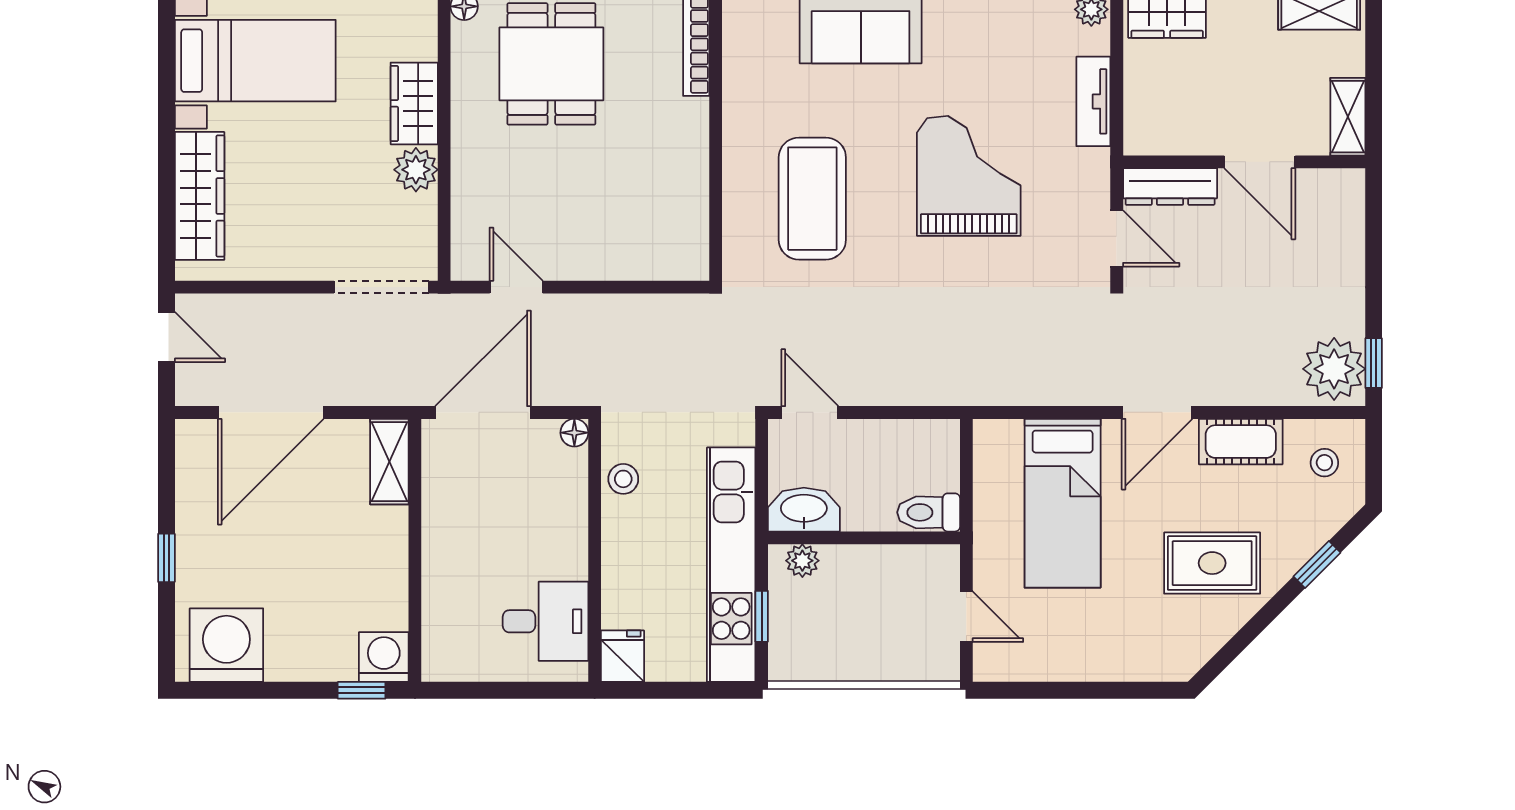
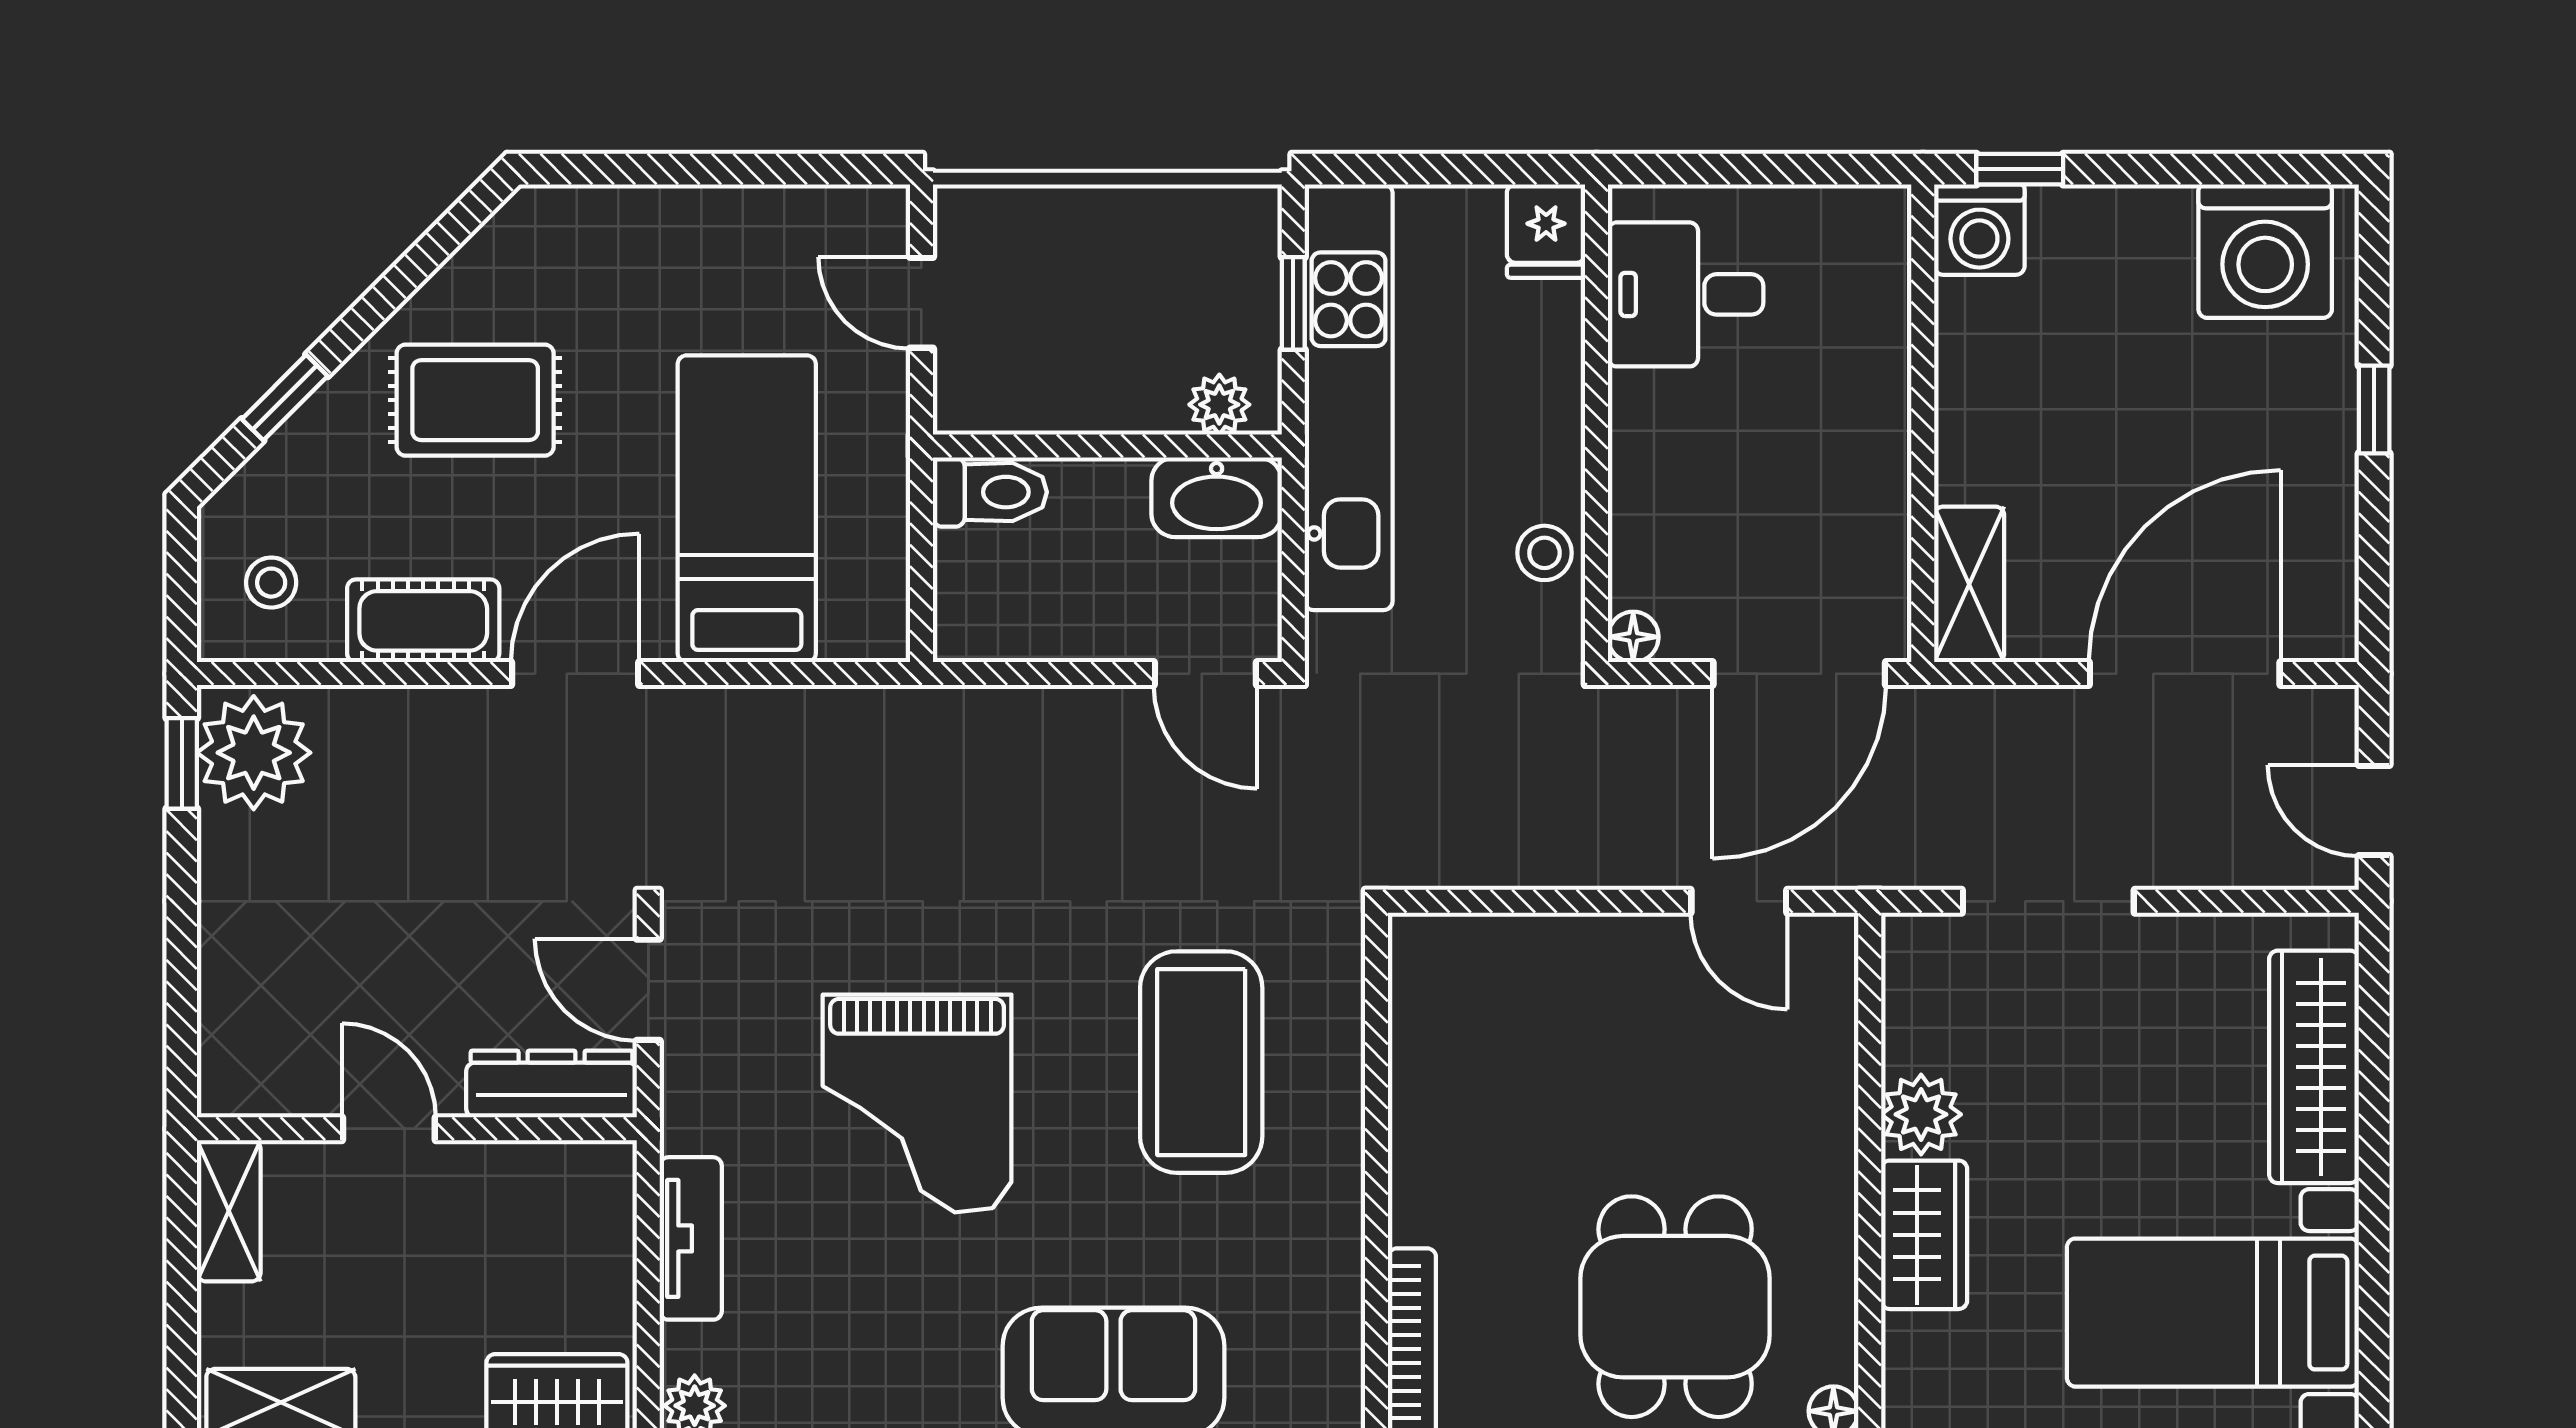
door: (1260, 162) -> (389, 1129), width x0.73
doorway: (381, 287) -> (2048, 901), moved

